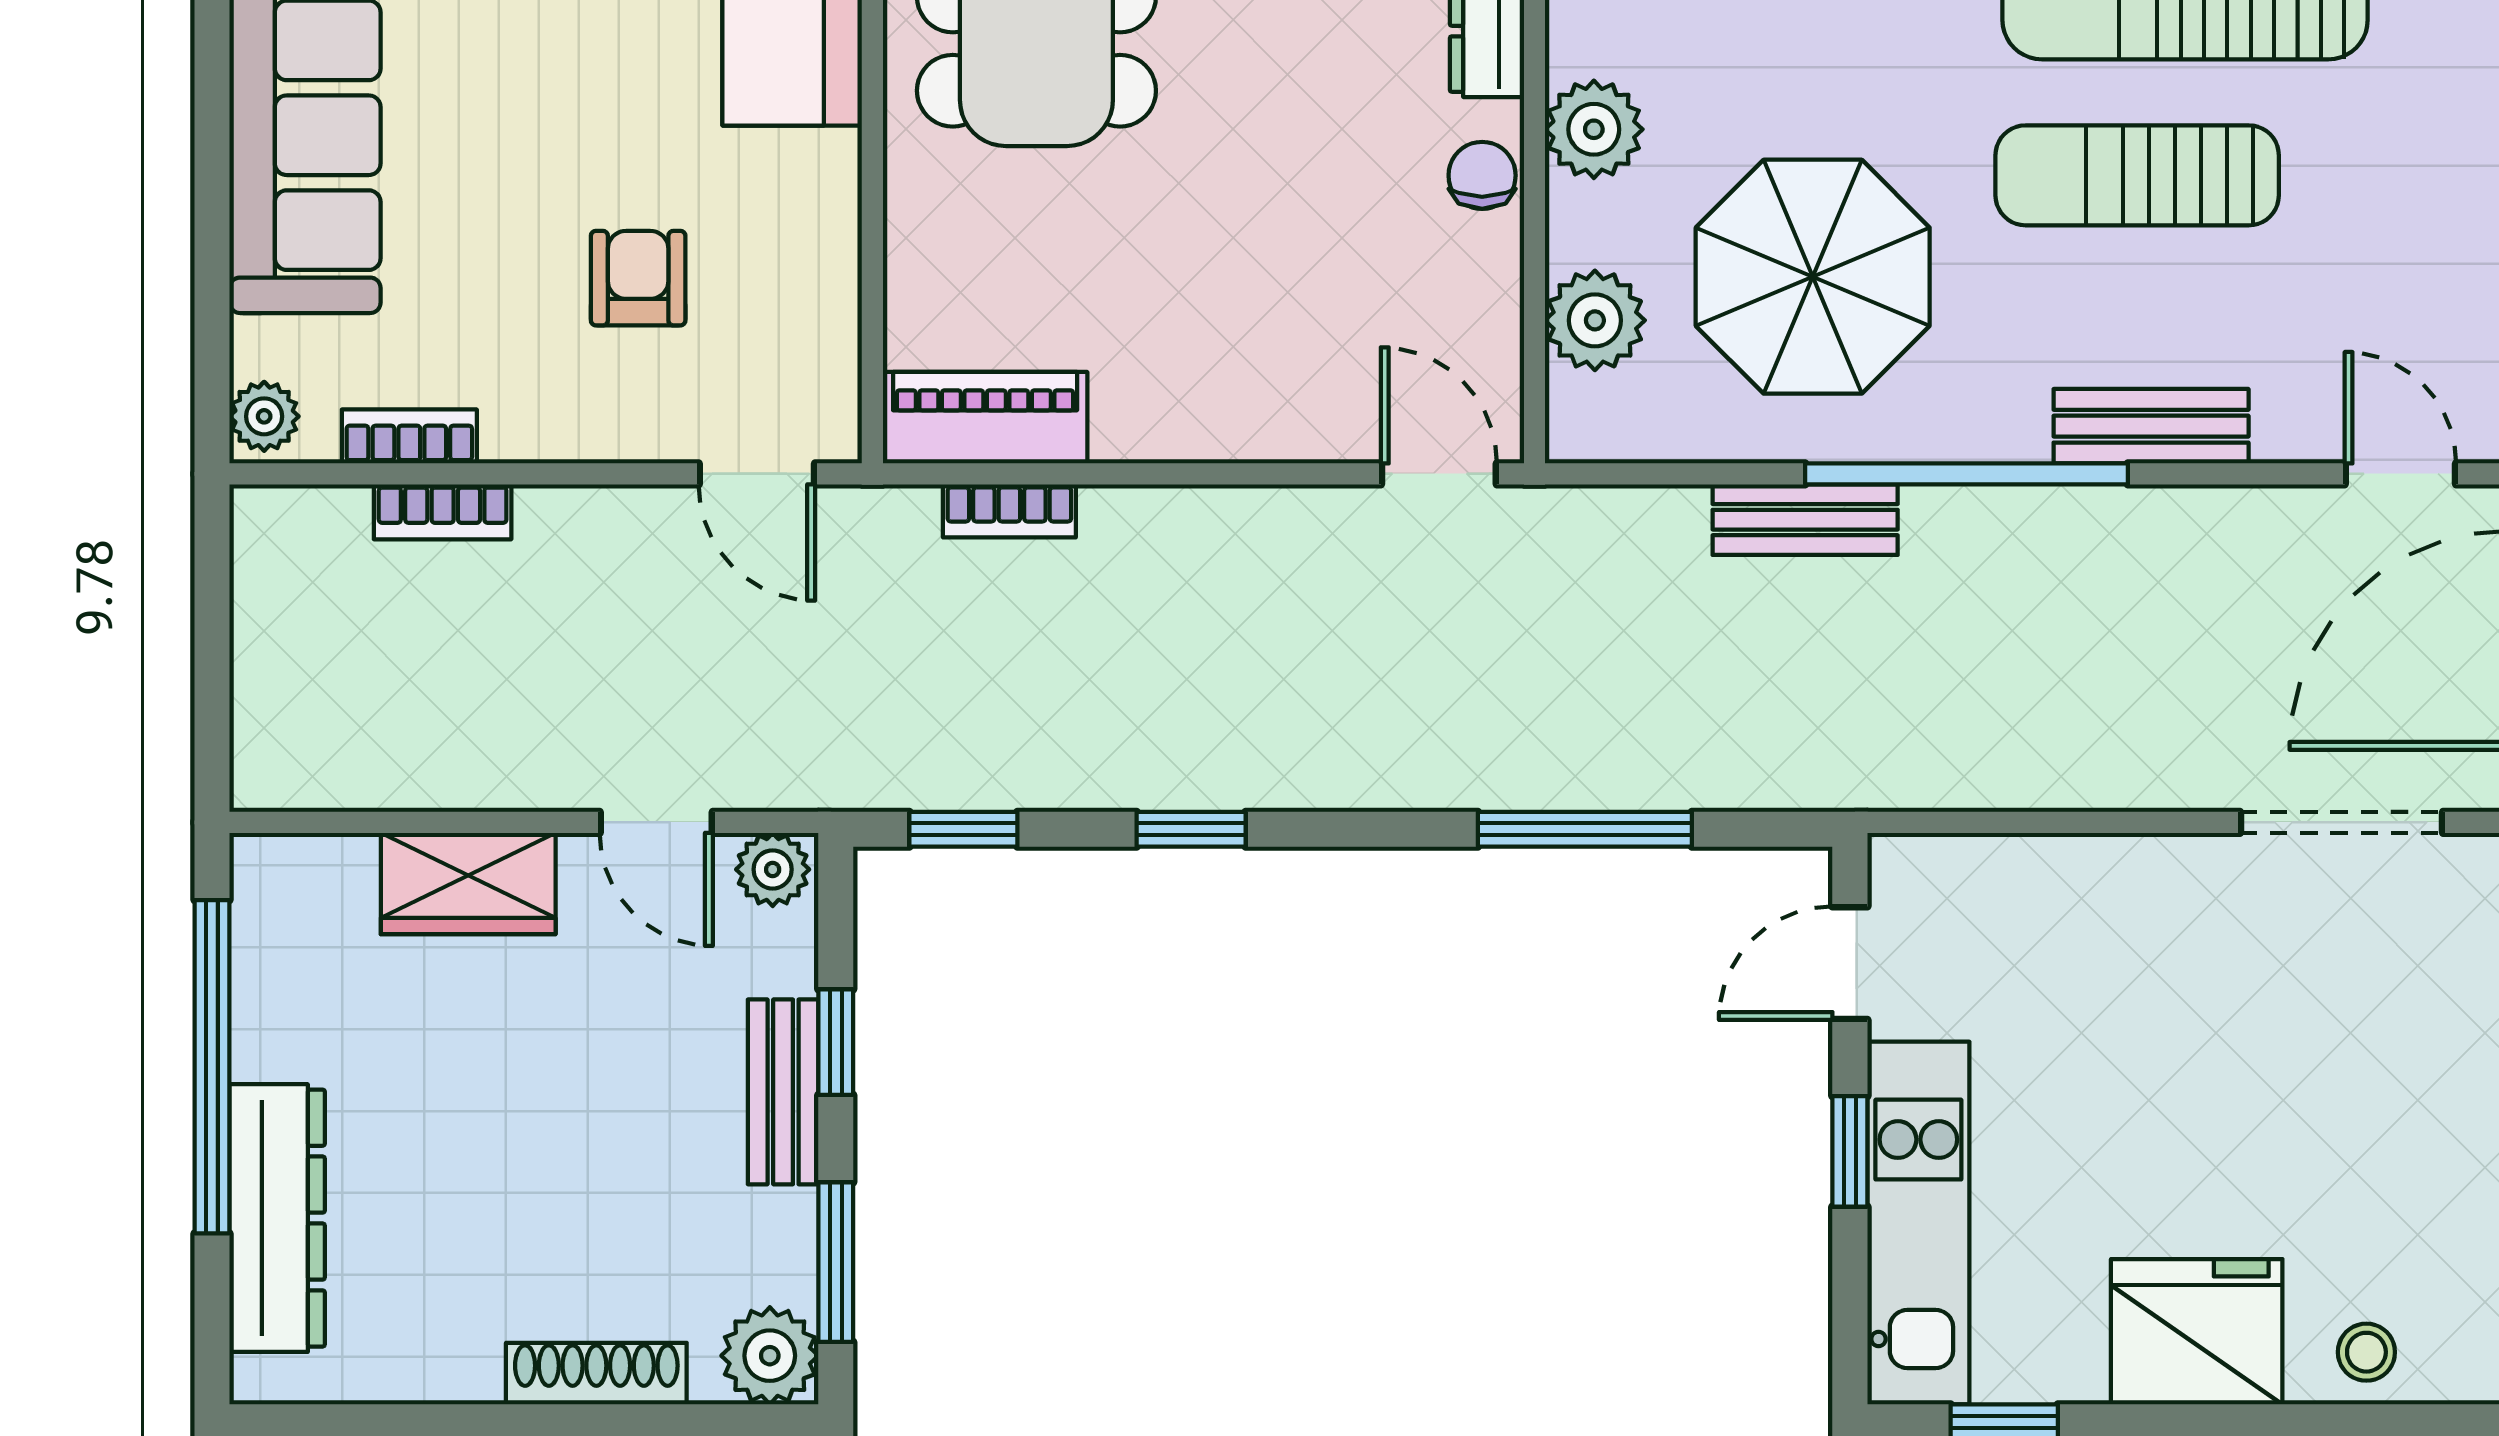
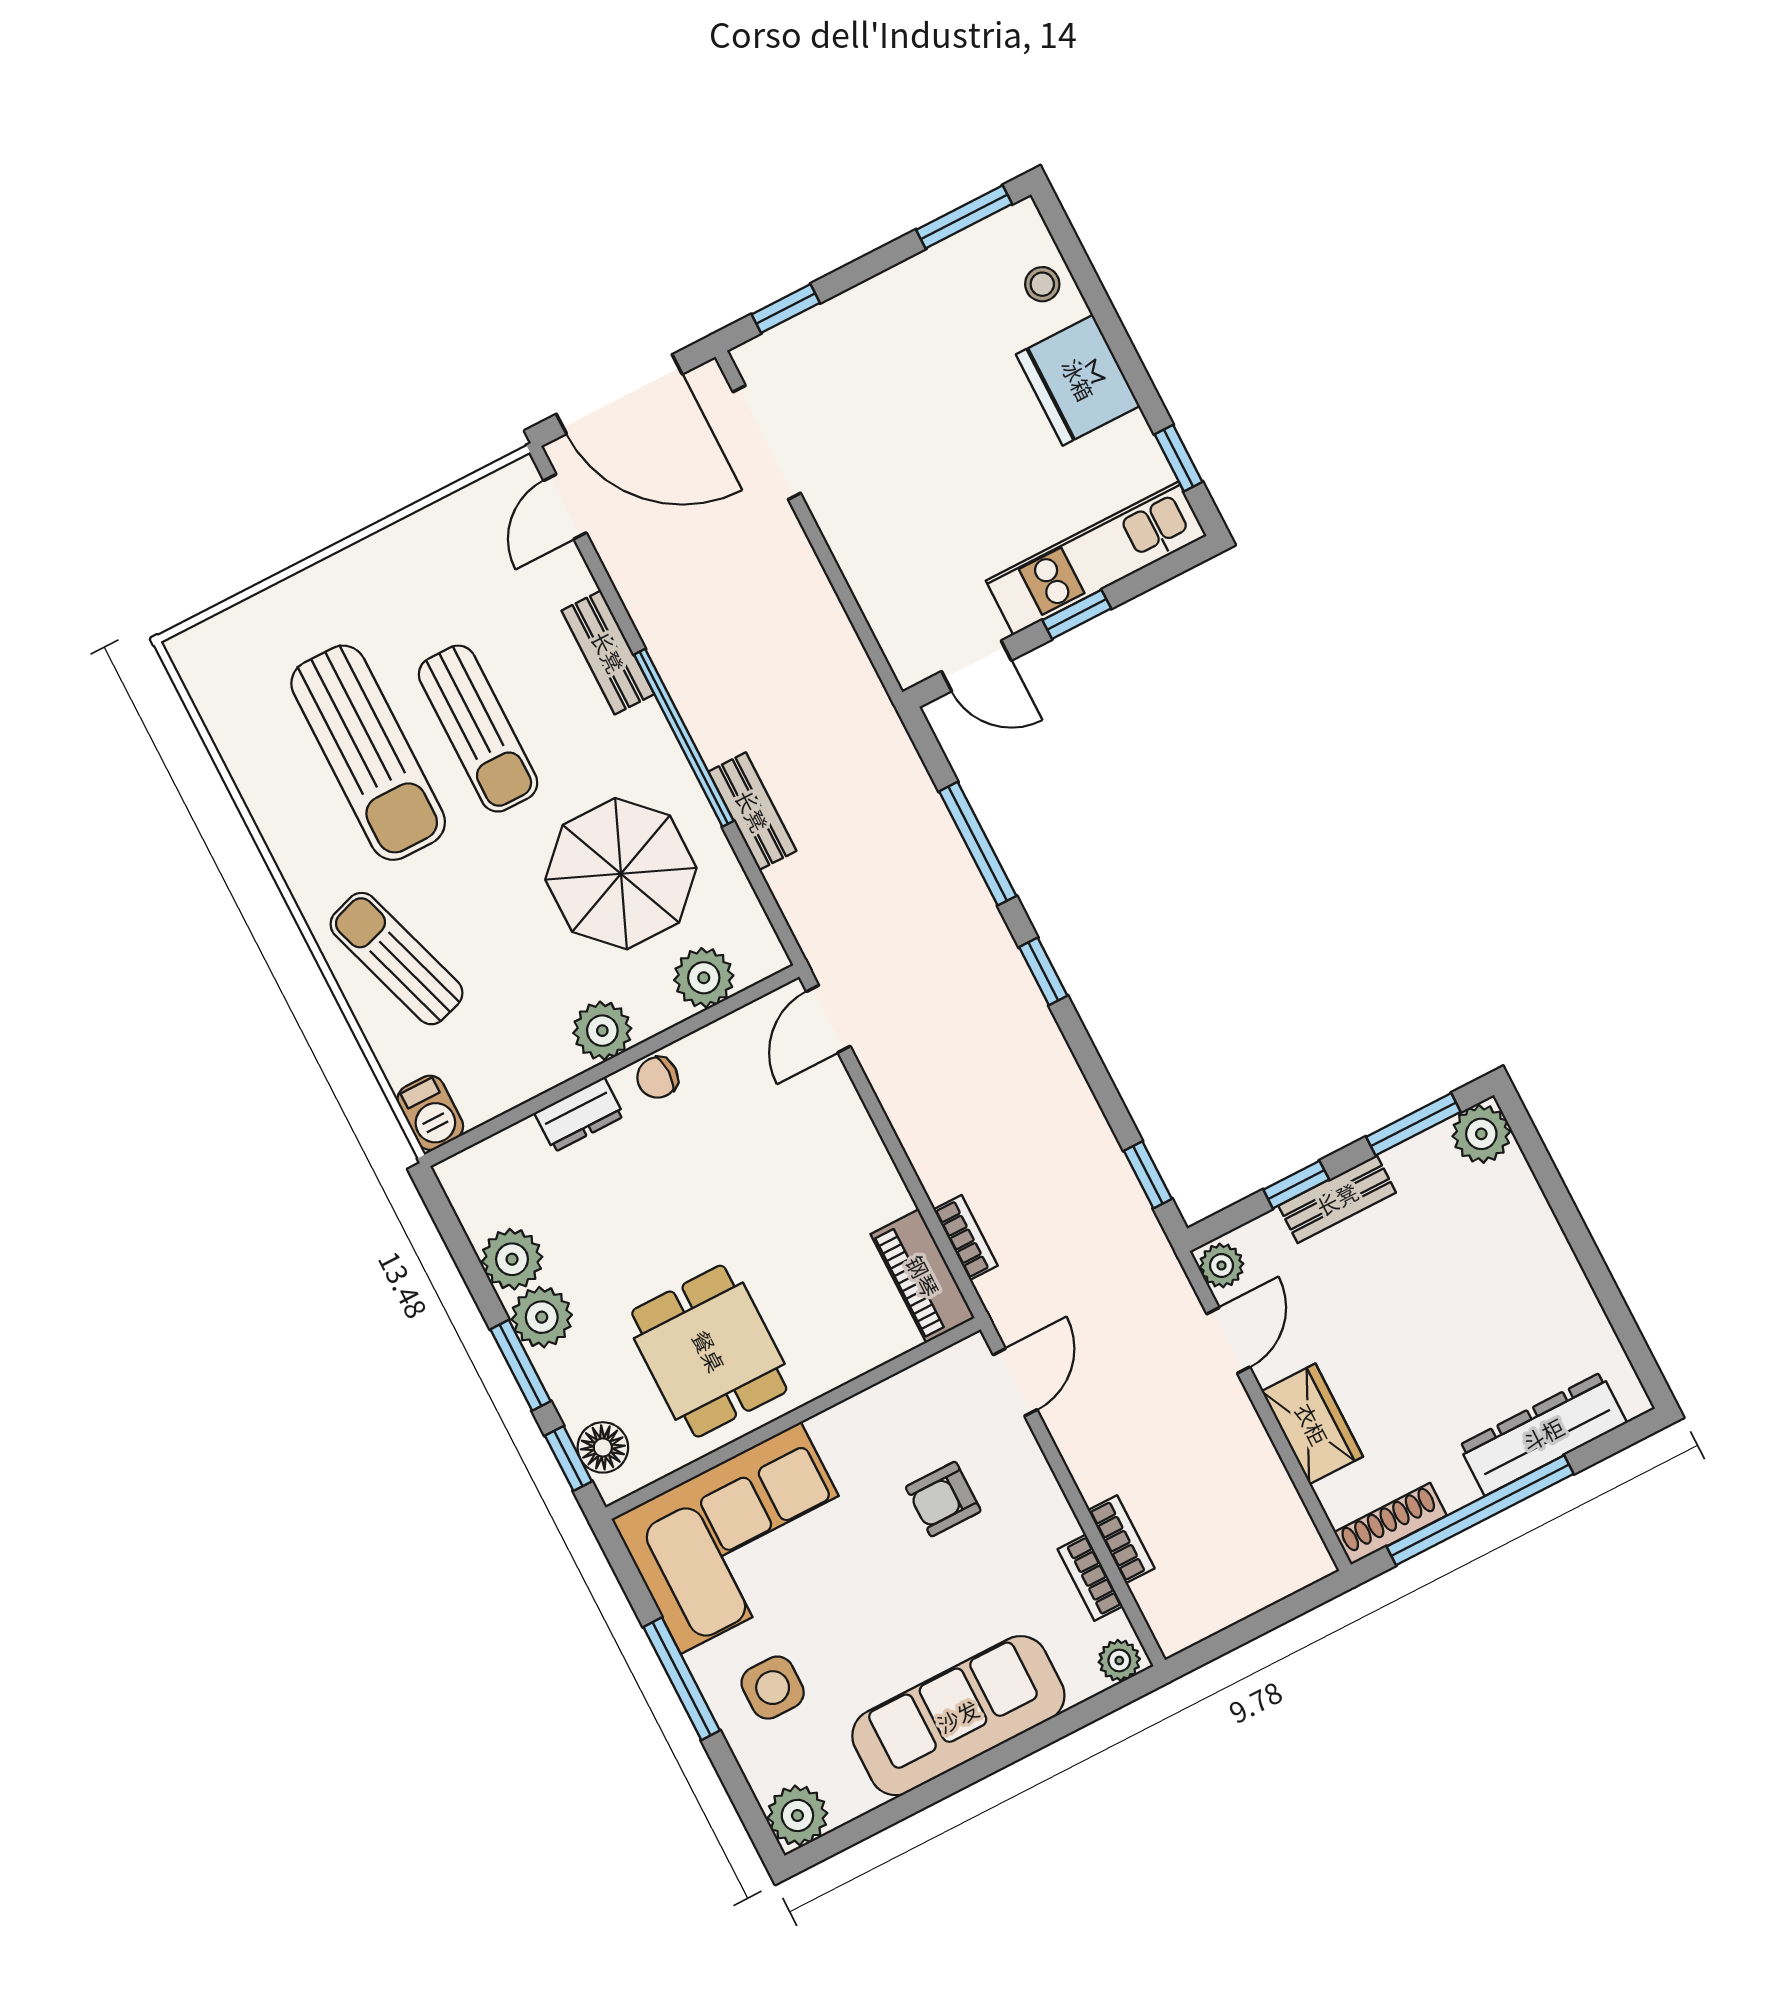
window: (1191, 829) -> (1043, 971), moved
shoe rack: (596, 1374) -> (1390, 1524), moved, turned 90

